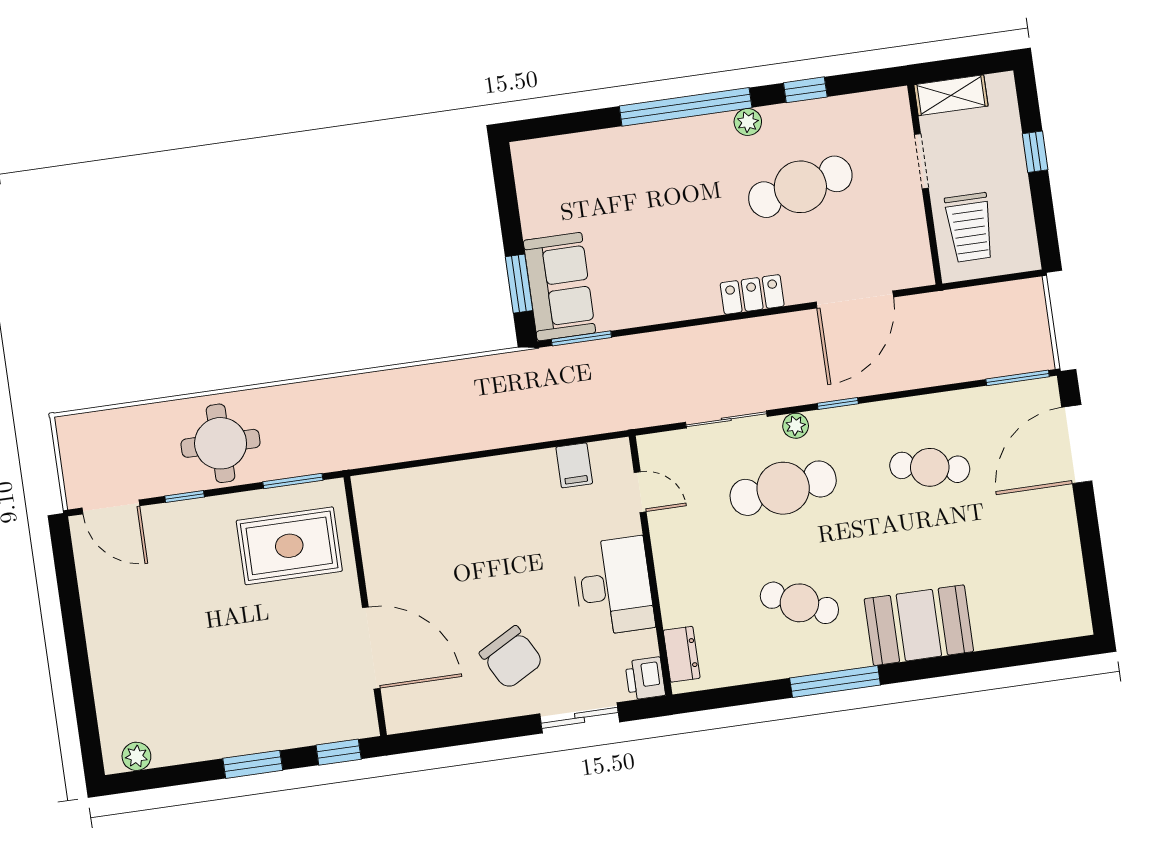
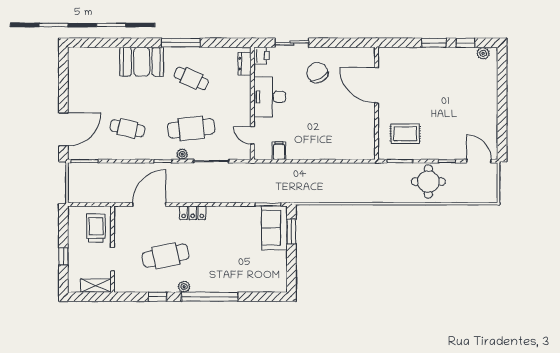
rug: (289, 546) -> (405, 134), width x0.73, depth x0.70
window: (339, 752) -> (466, 43), moved

